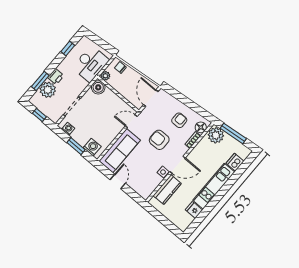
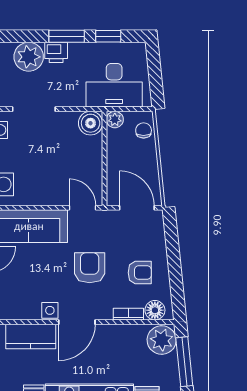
window: (40, 81) -> (67, 36), moved
door: (151, 98) -> (137, 208), hinge flipped
door: (178, 165) -> (77, 322), hinge flipped

